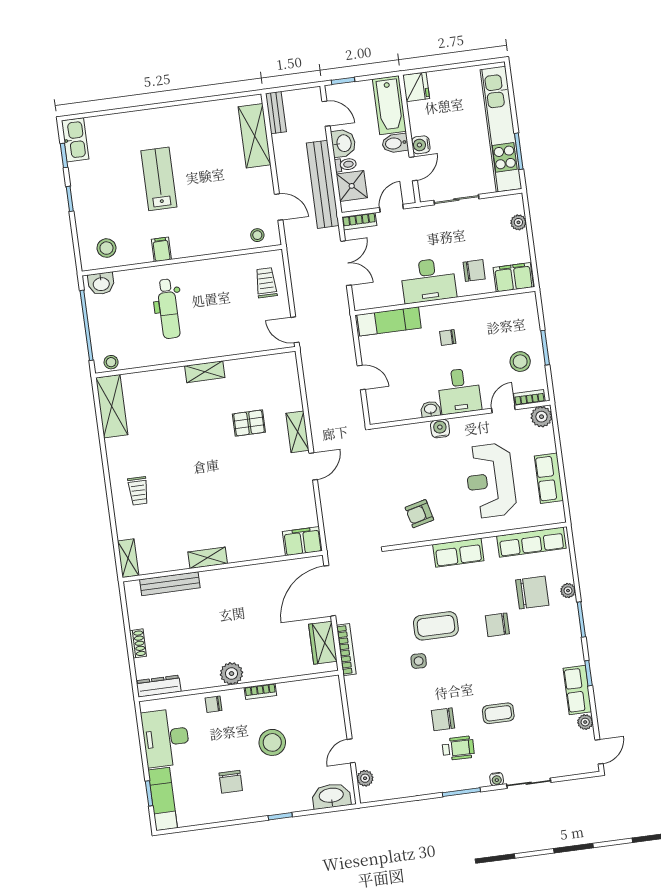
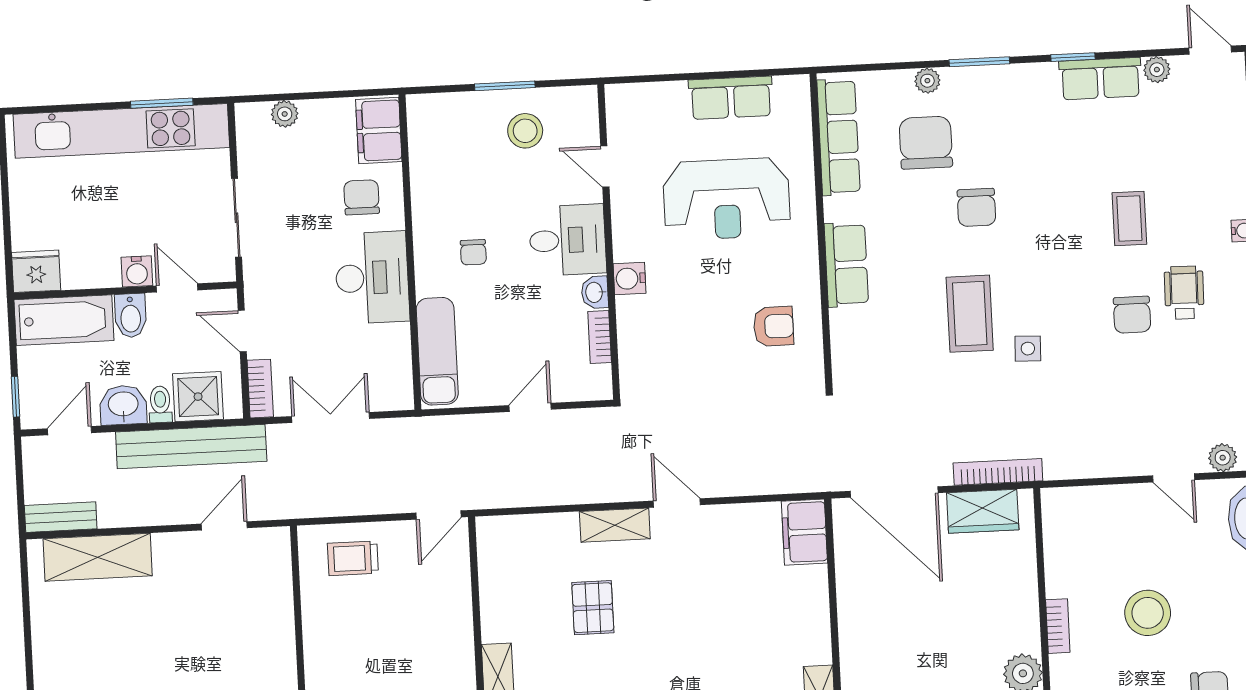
stool: (257, 235) -> (270, 567), removed
bookcase: (529, 397) -> (600, 337), moved
plant: (542, 417) -> (623, 102), removed
armchair: (419, 514) -> (774, 326), turned -76

